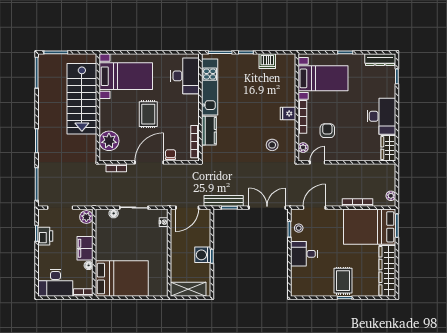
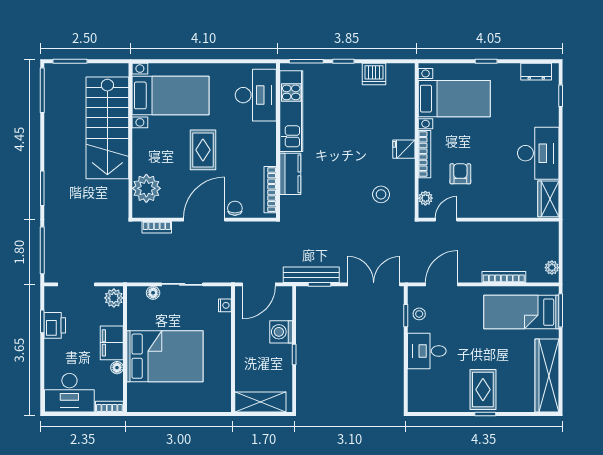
dresser: (380, 60) -> (536, 72), width x0.70
bed: (370, 227) -> (521, 312), width x0.67
washing machine: (203, 255) -> (281, 332), moved
bed: (122, 279) -> (165, 356), moved

